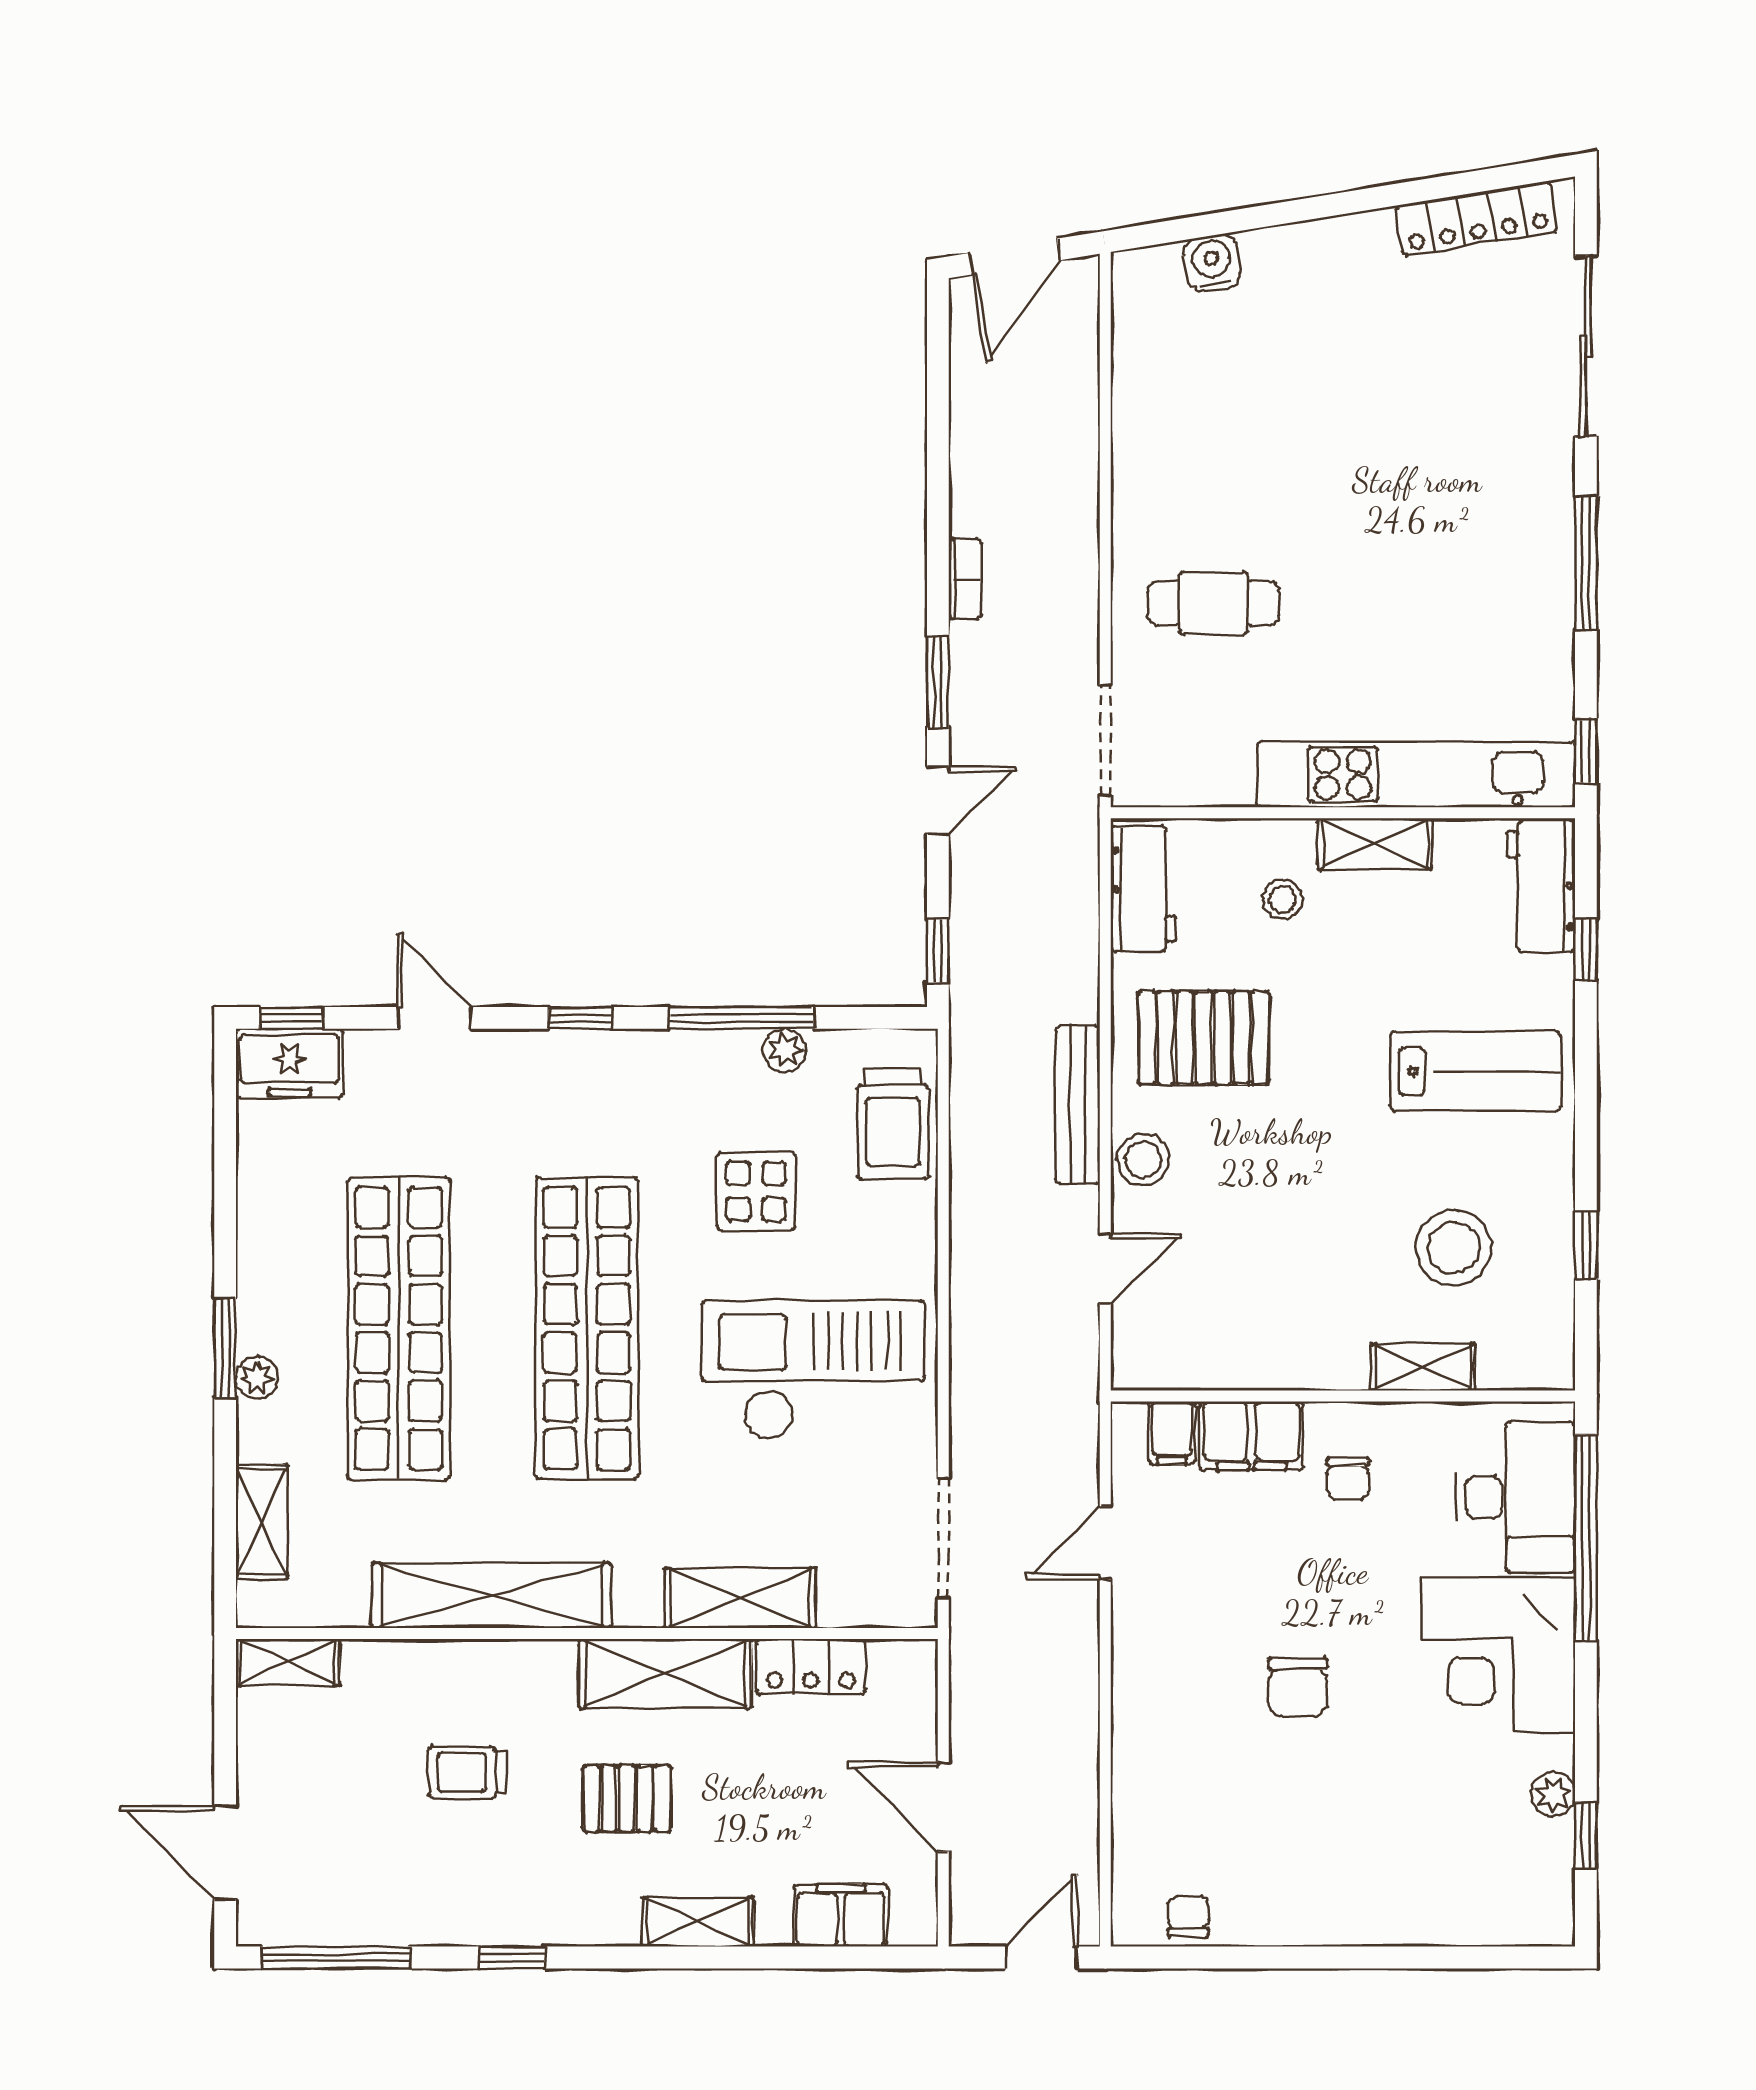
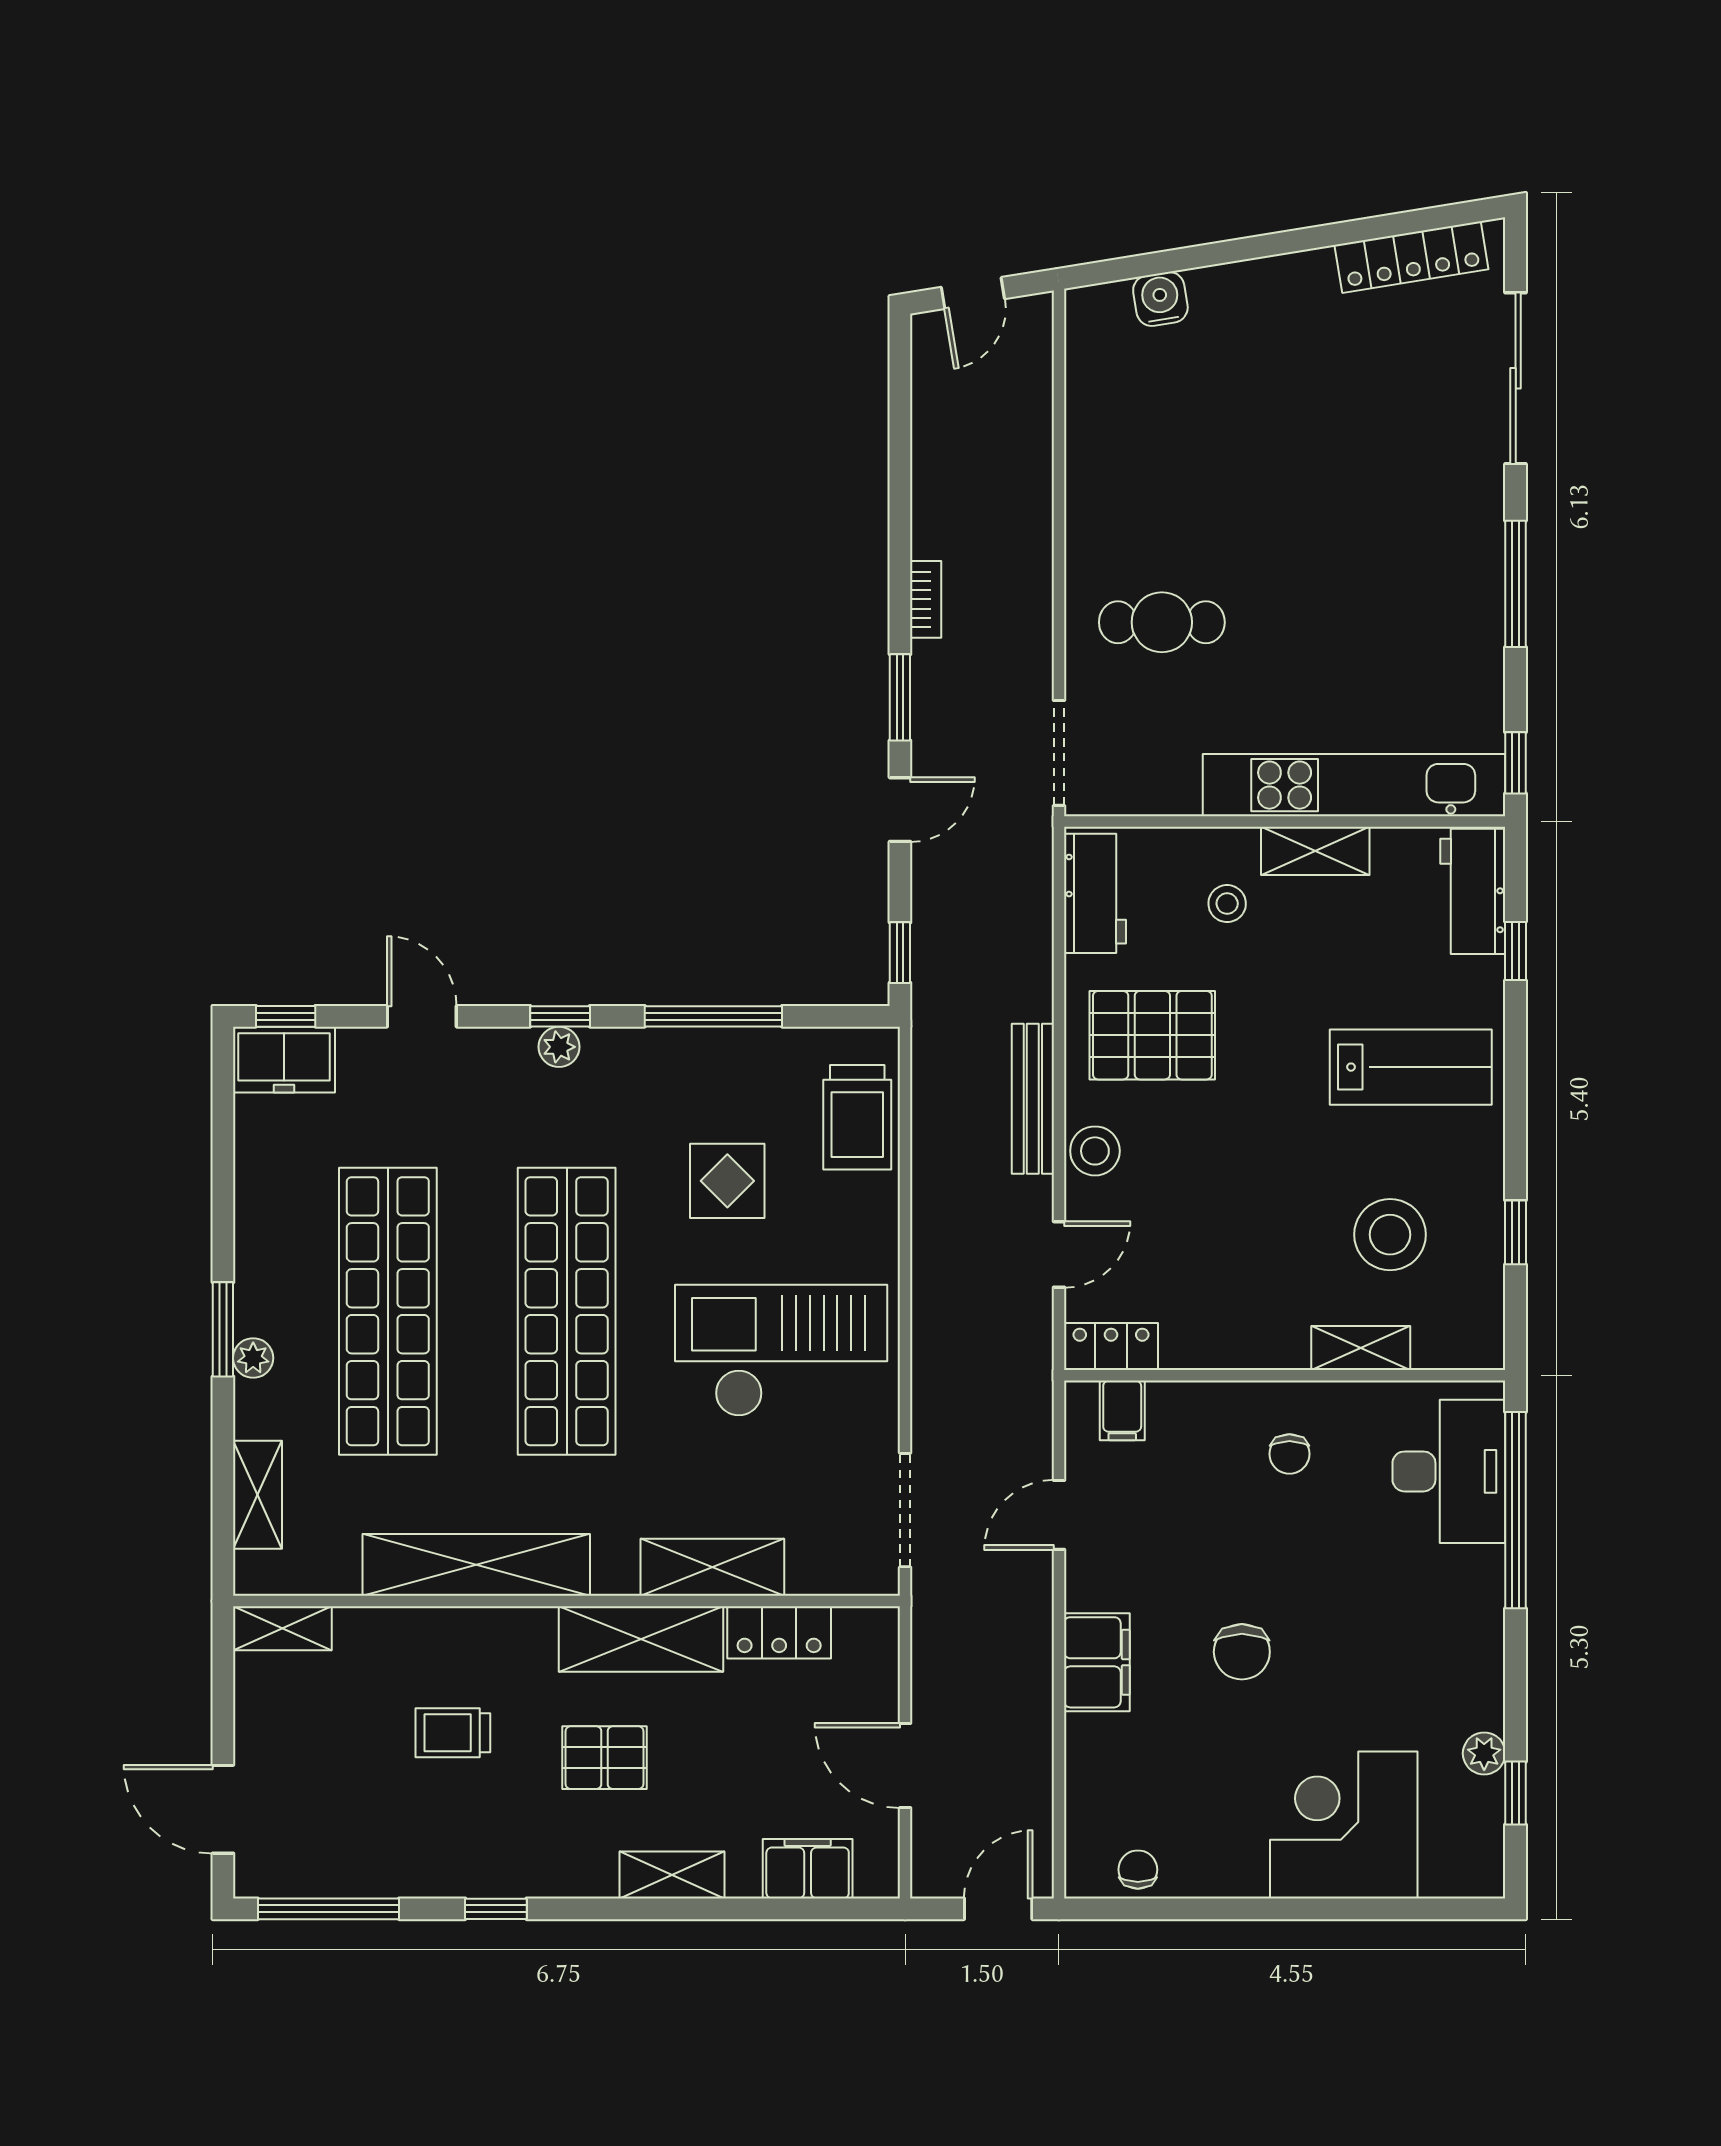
door: (1015, 257) -> (973, 293), width x0.73
plant: (785, 1050) -> (559, 1047), moved
locker: (1160, 1366) -> (1111, 1347), added
filing cabinet: (1252, 1436) -> (1097, 1662), moved, turned -90
corner desk: (1498, 1654) -> (1344, 1825), moved, turned 90

